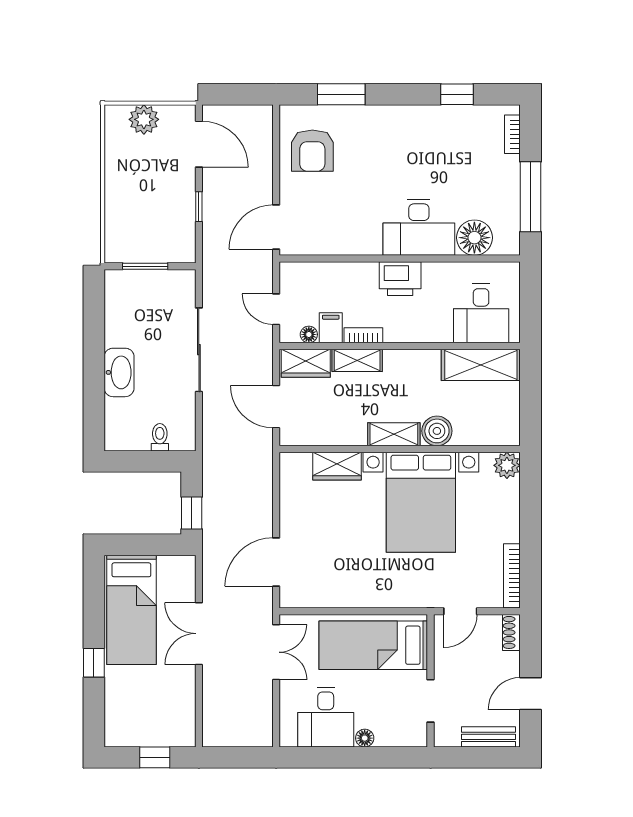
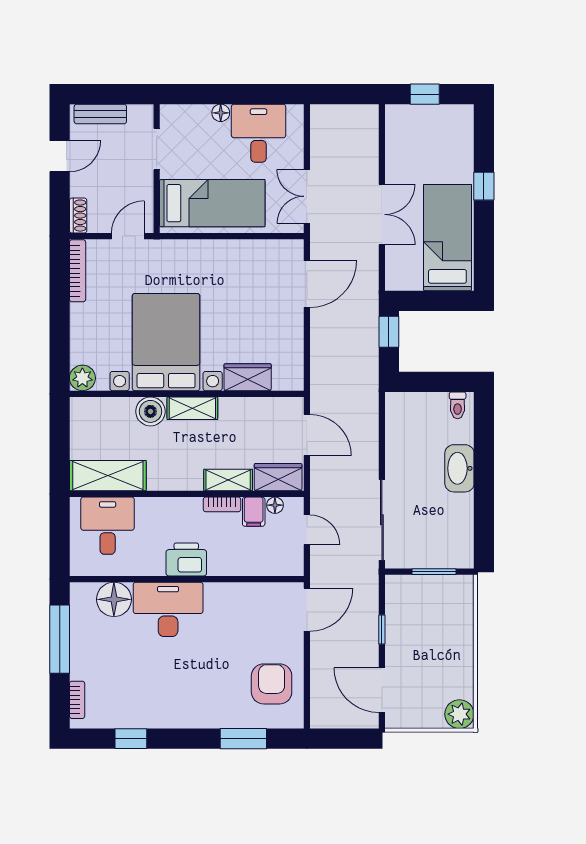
plant: (144, 119) -> (459, 714), moved
sliding door: (199, 350) -> (382, 520), moved
toilet: (160, 437) -> (458, 405), moved

